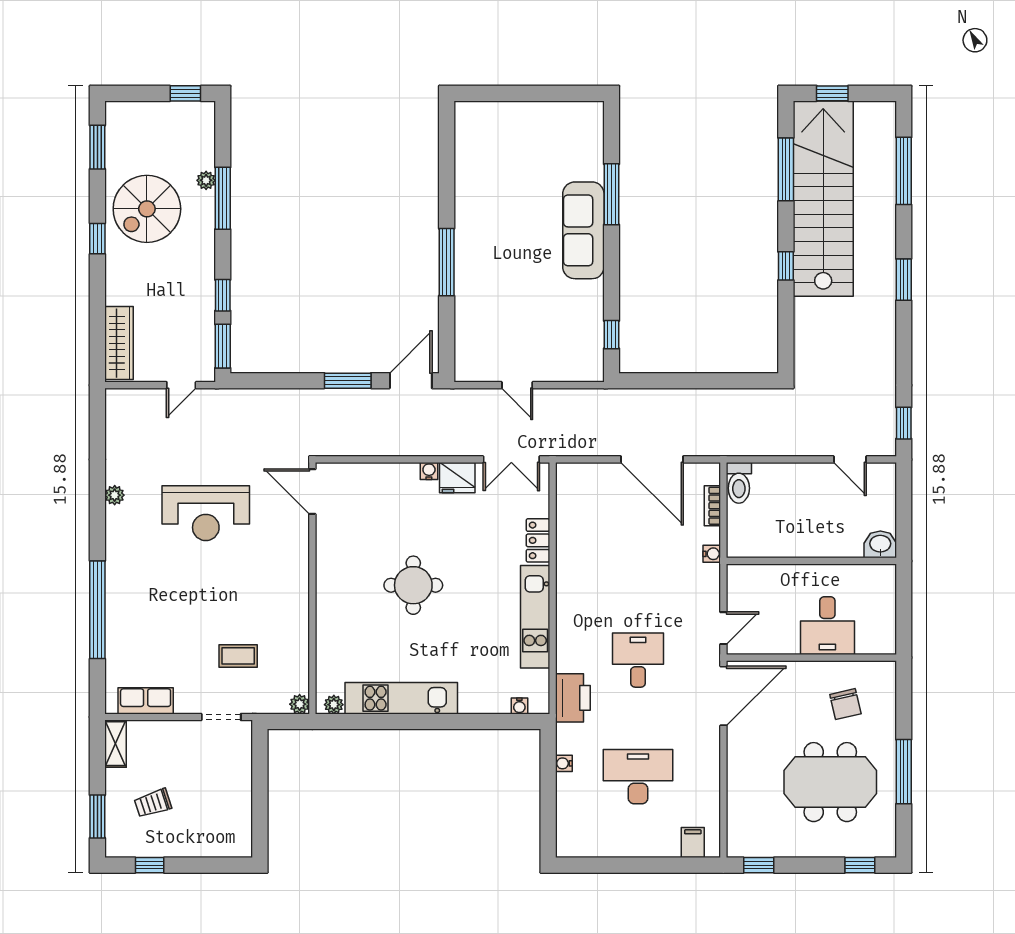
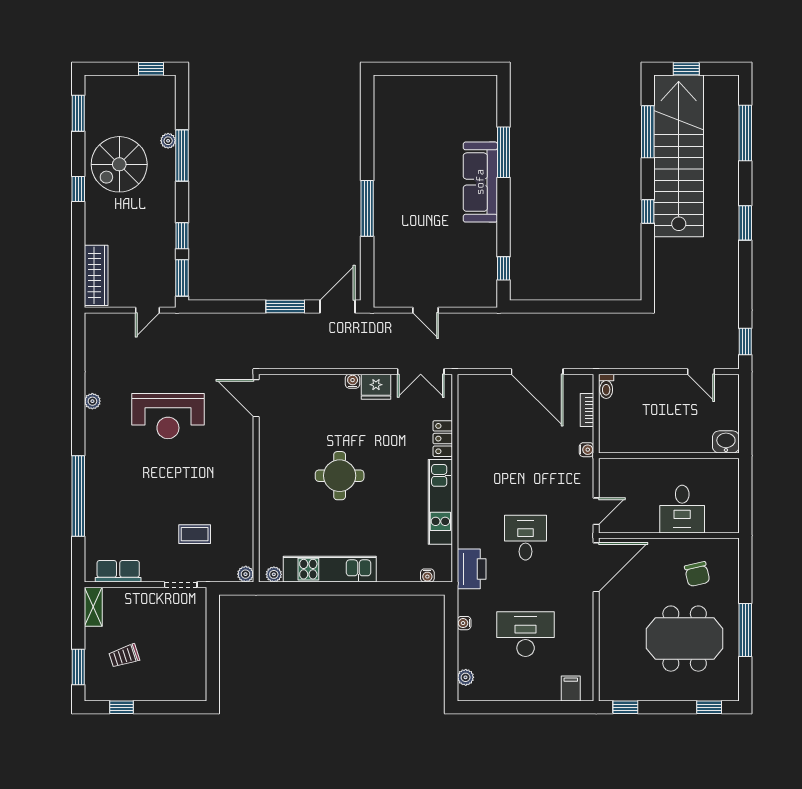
toilet: (739, 483) -> (606, 386), width x0.73, depth x0.72
plant: (566, 829) -> (466, 677), added

